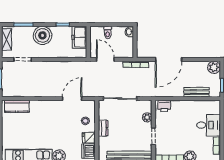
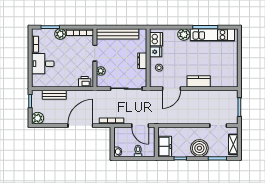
kitchen counter: (17, 106) -> (199, 81), moved

